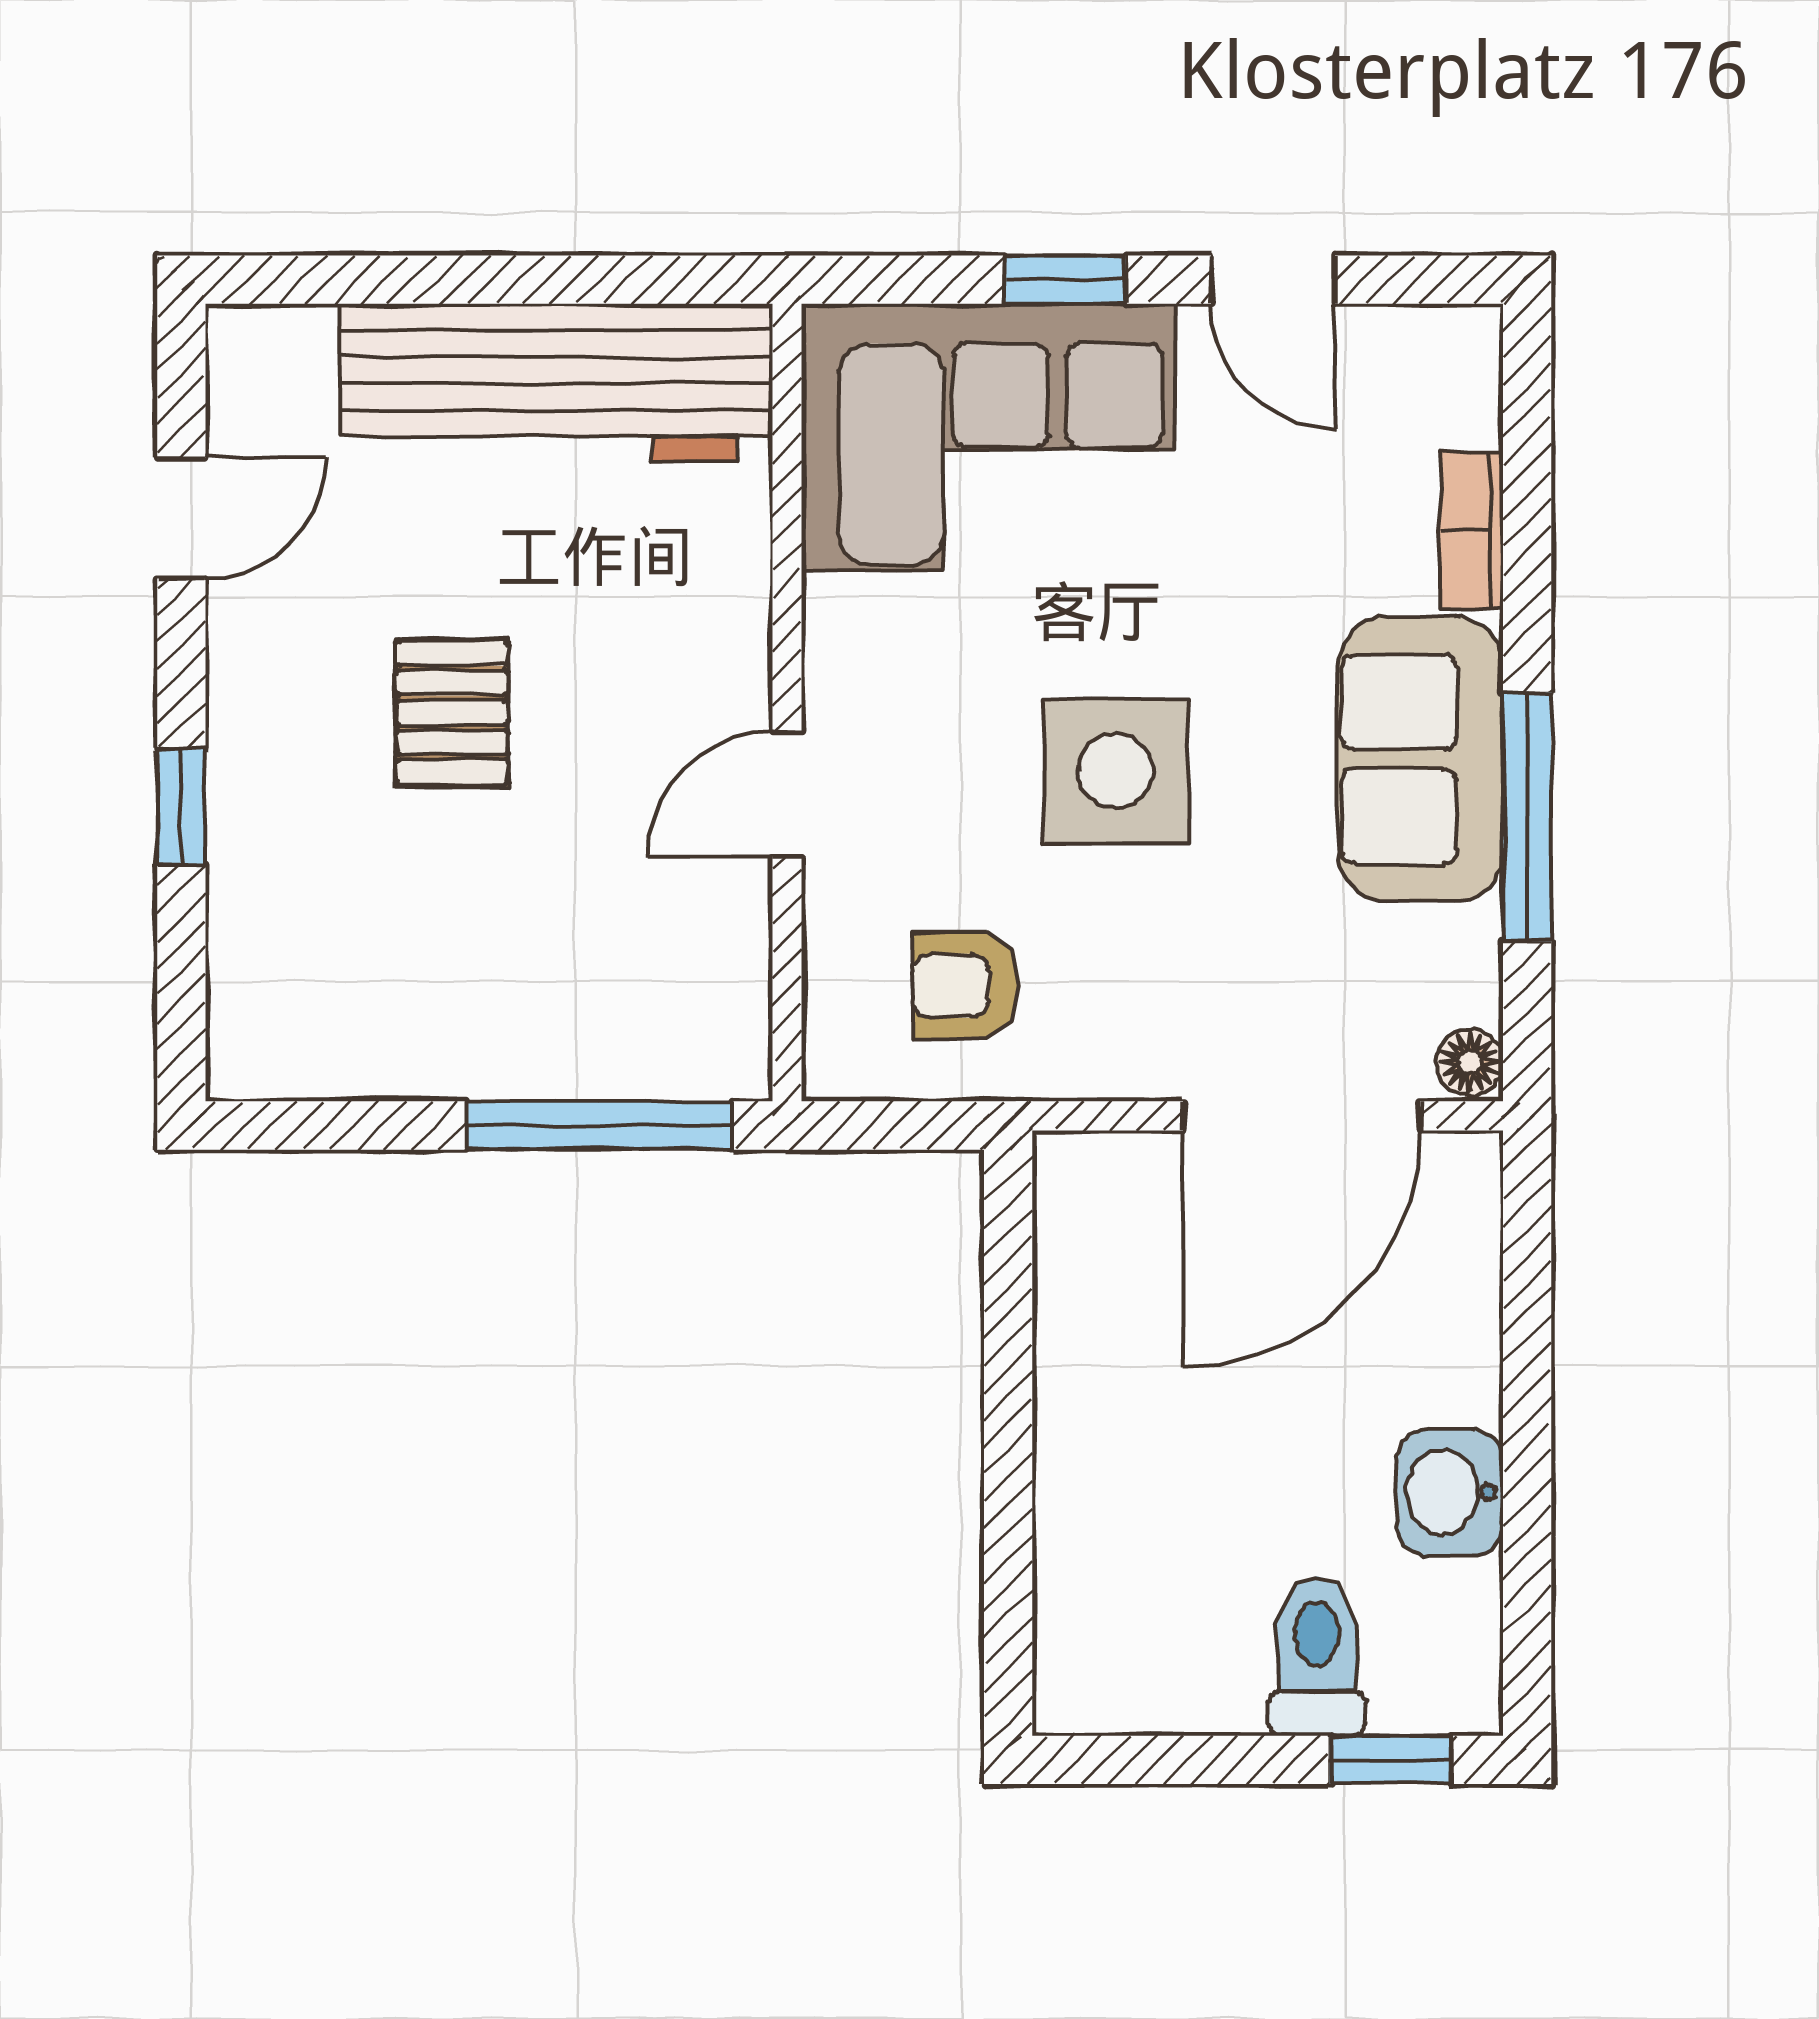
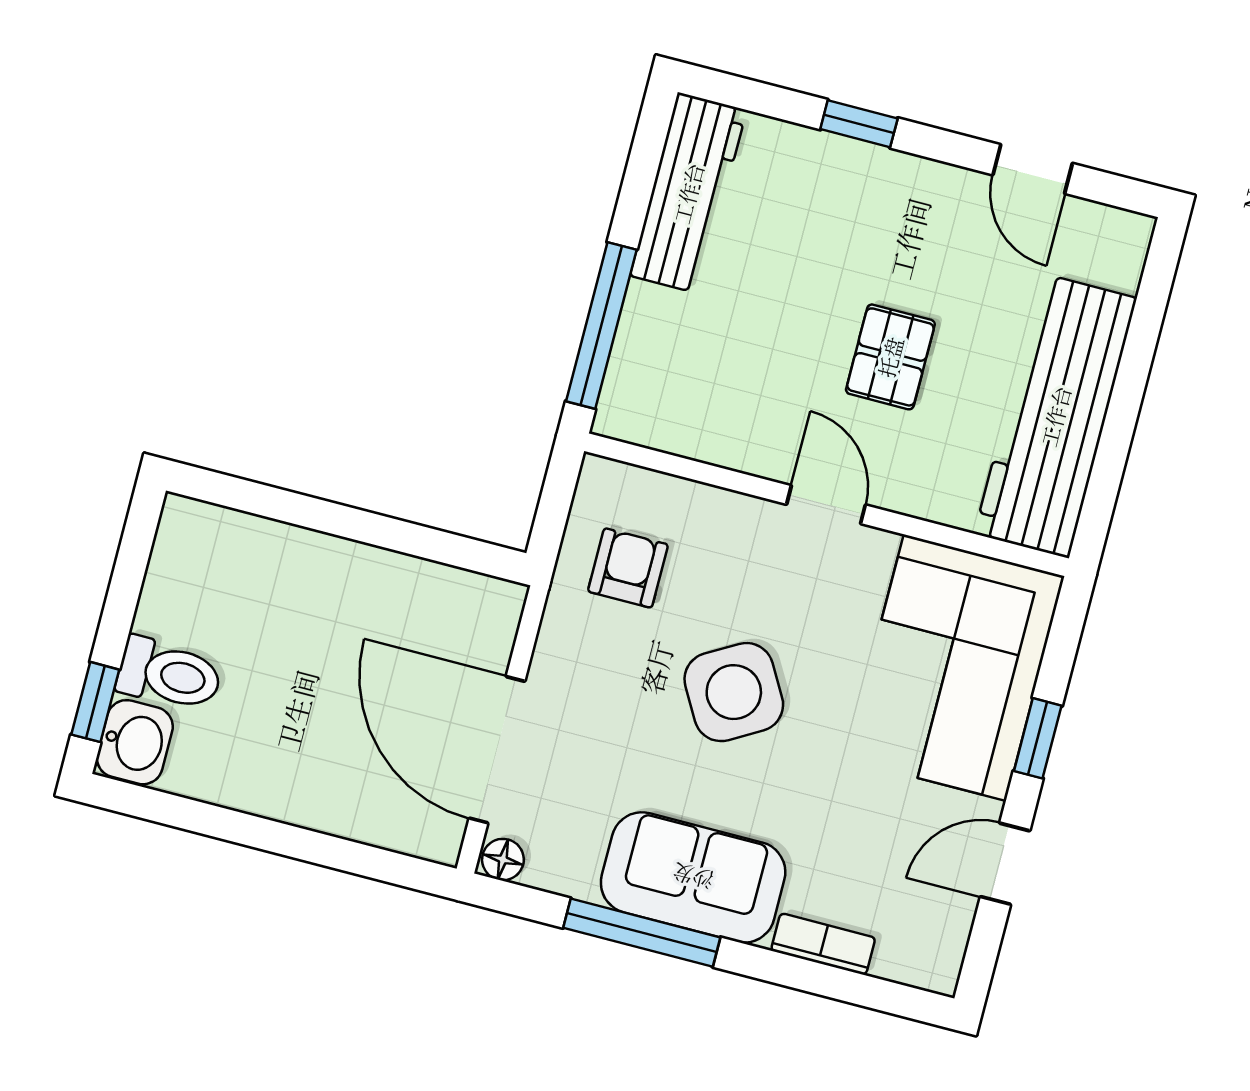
pallet: (452, 713) -> (890, 357), moved, turned 90
side table: (1116, 771) -> (734, 692), turned -30
door: (787, 794) -> (826, 505), moved
workbench: (358, 1044) -> (688, 193), added
washbasin: (1449, 1492) -> (135, 742), moved, turned 90

